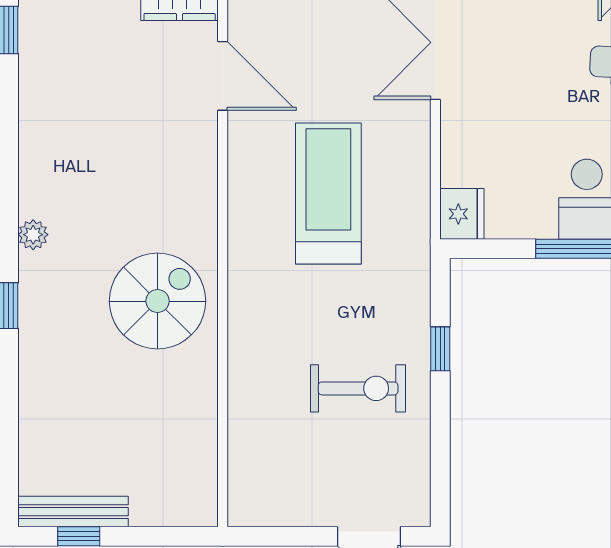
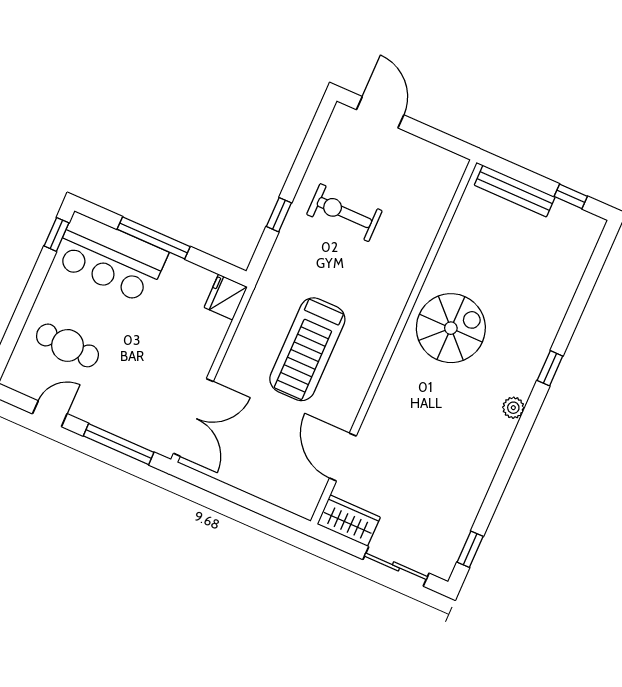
spiral stairs: (157, 301) -> (451, 328), turned 180
bench: (73, 512) -> (515, 191), moved

